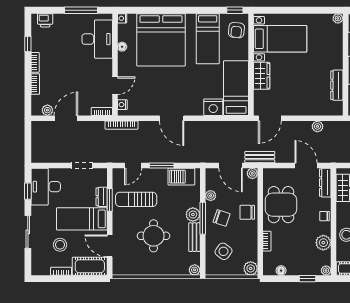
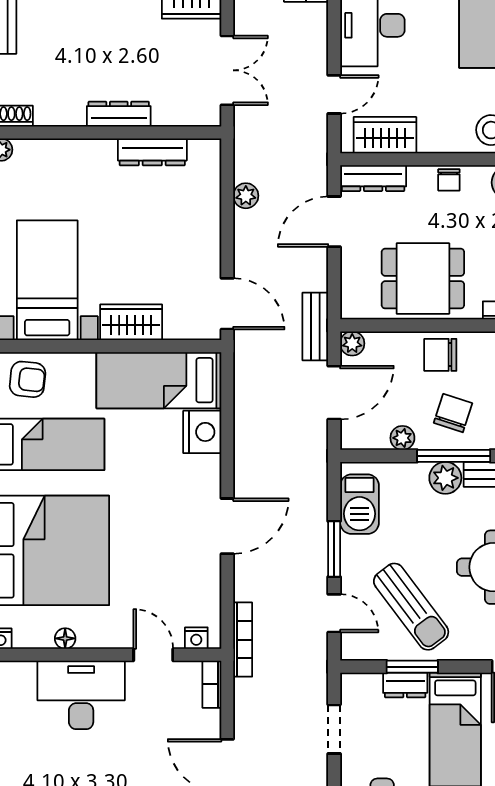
desk: (97, 39) -> (81, 695), moved
sun lounger: (136, 199) -> (411, 607), turned -37
chair: (247, 212) -> (440, 355), turned 90

